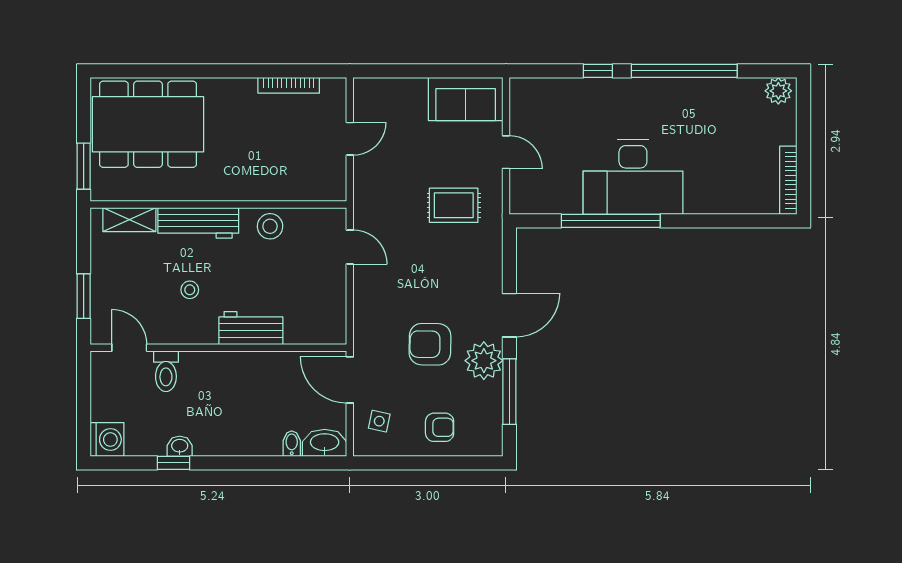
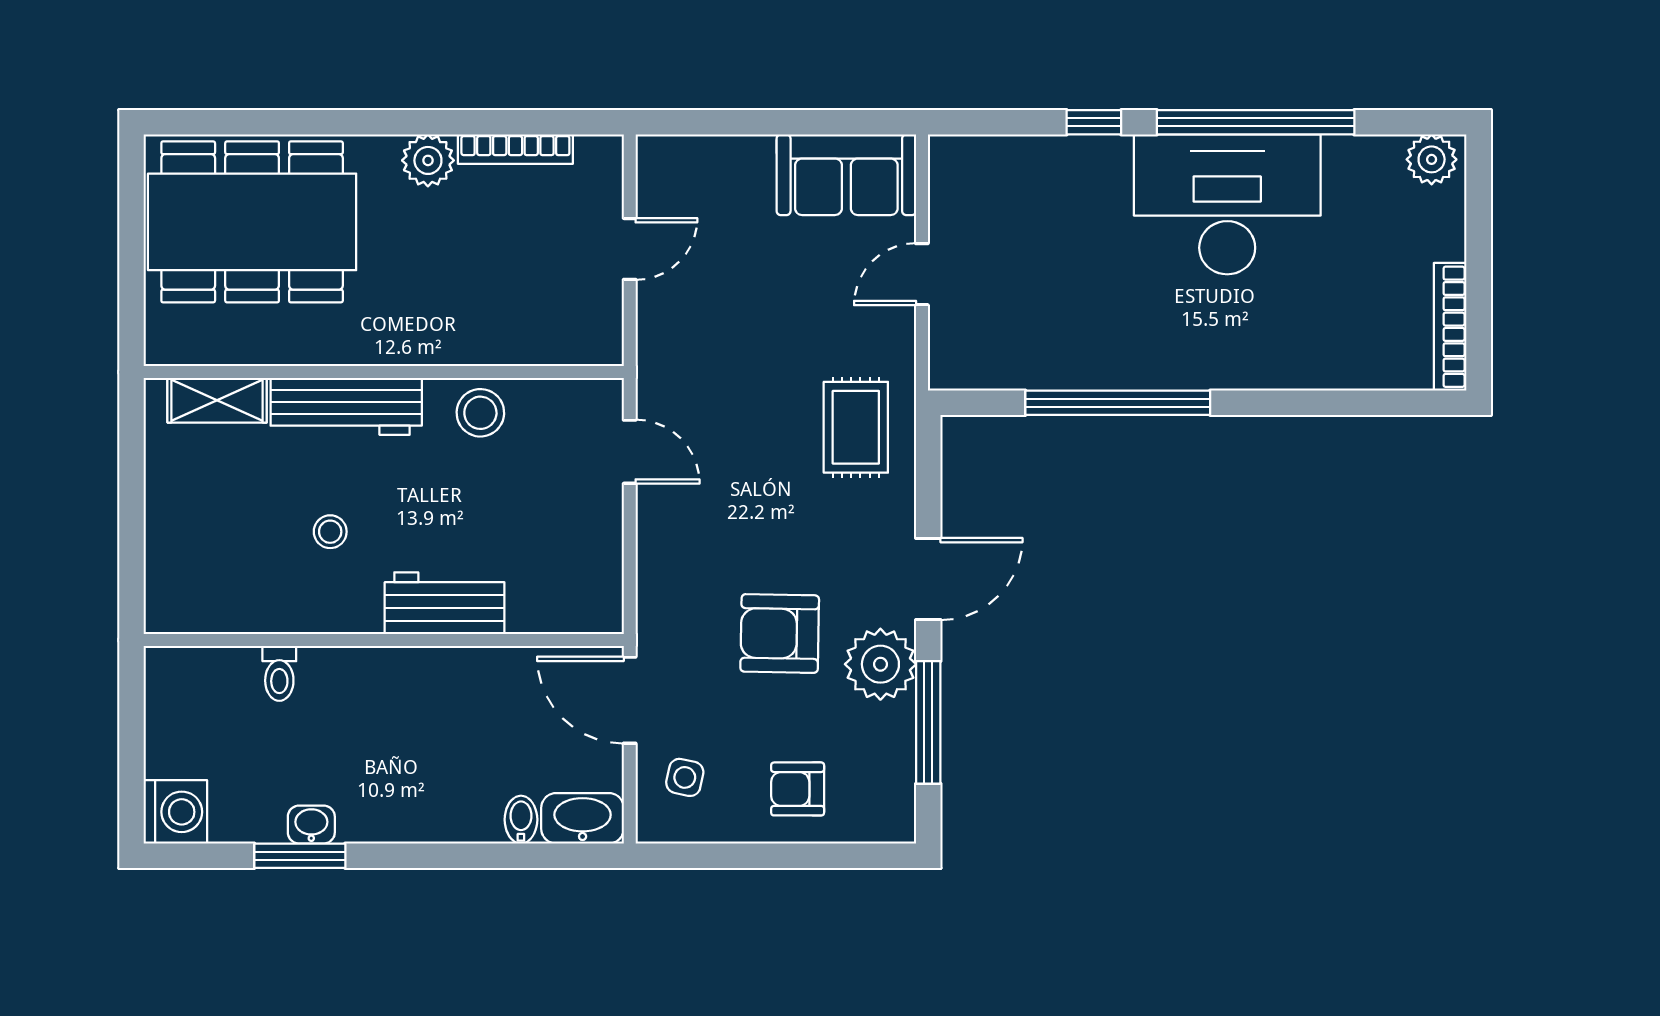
plant: (242, 91) -> (428, 160), added
door: (506, 152) -> (922, 274), swing flipped
window: (84, 166) -> (131, 300), removed
desk: (633, 177) -> (1227, 204), moved, turned 180
rug: (454, 205) -> (856, 427), moved, turned 90
window: (84, 296) -> (131, 543), removed
door: (129, 348) -> (217, 640), removed
toilet: (166, 371) -> (279, 673), width x0.73, depth x0.72
armchair: (440, 427) -> (798, 789), turned 180
window: (174, 463) -> (300, 856), width x1.50

